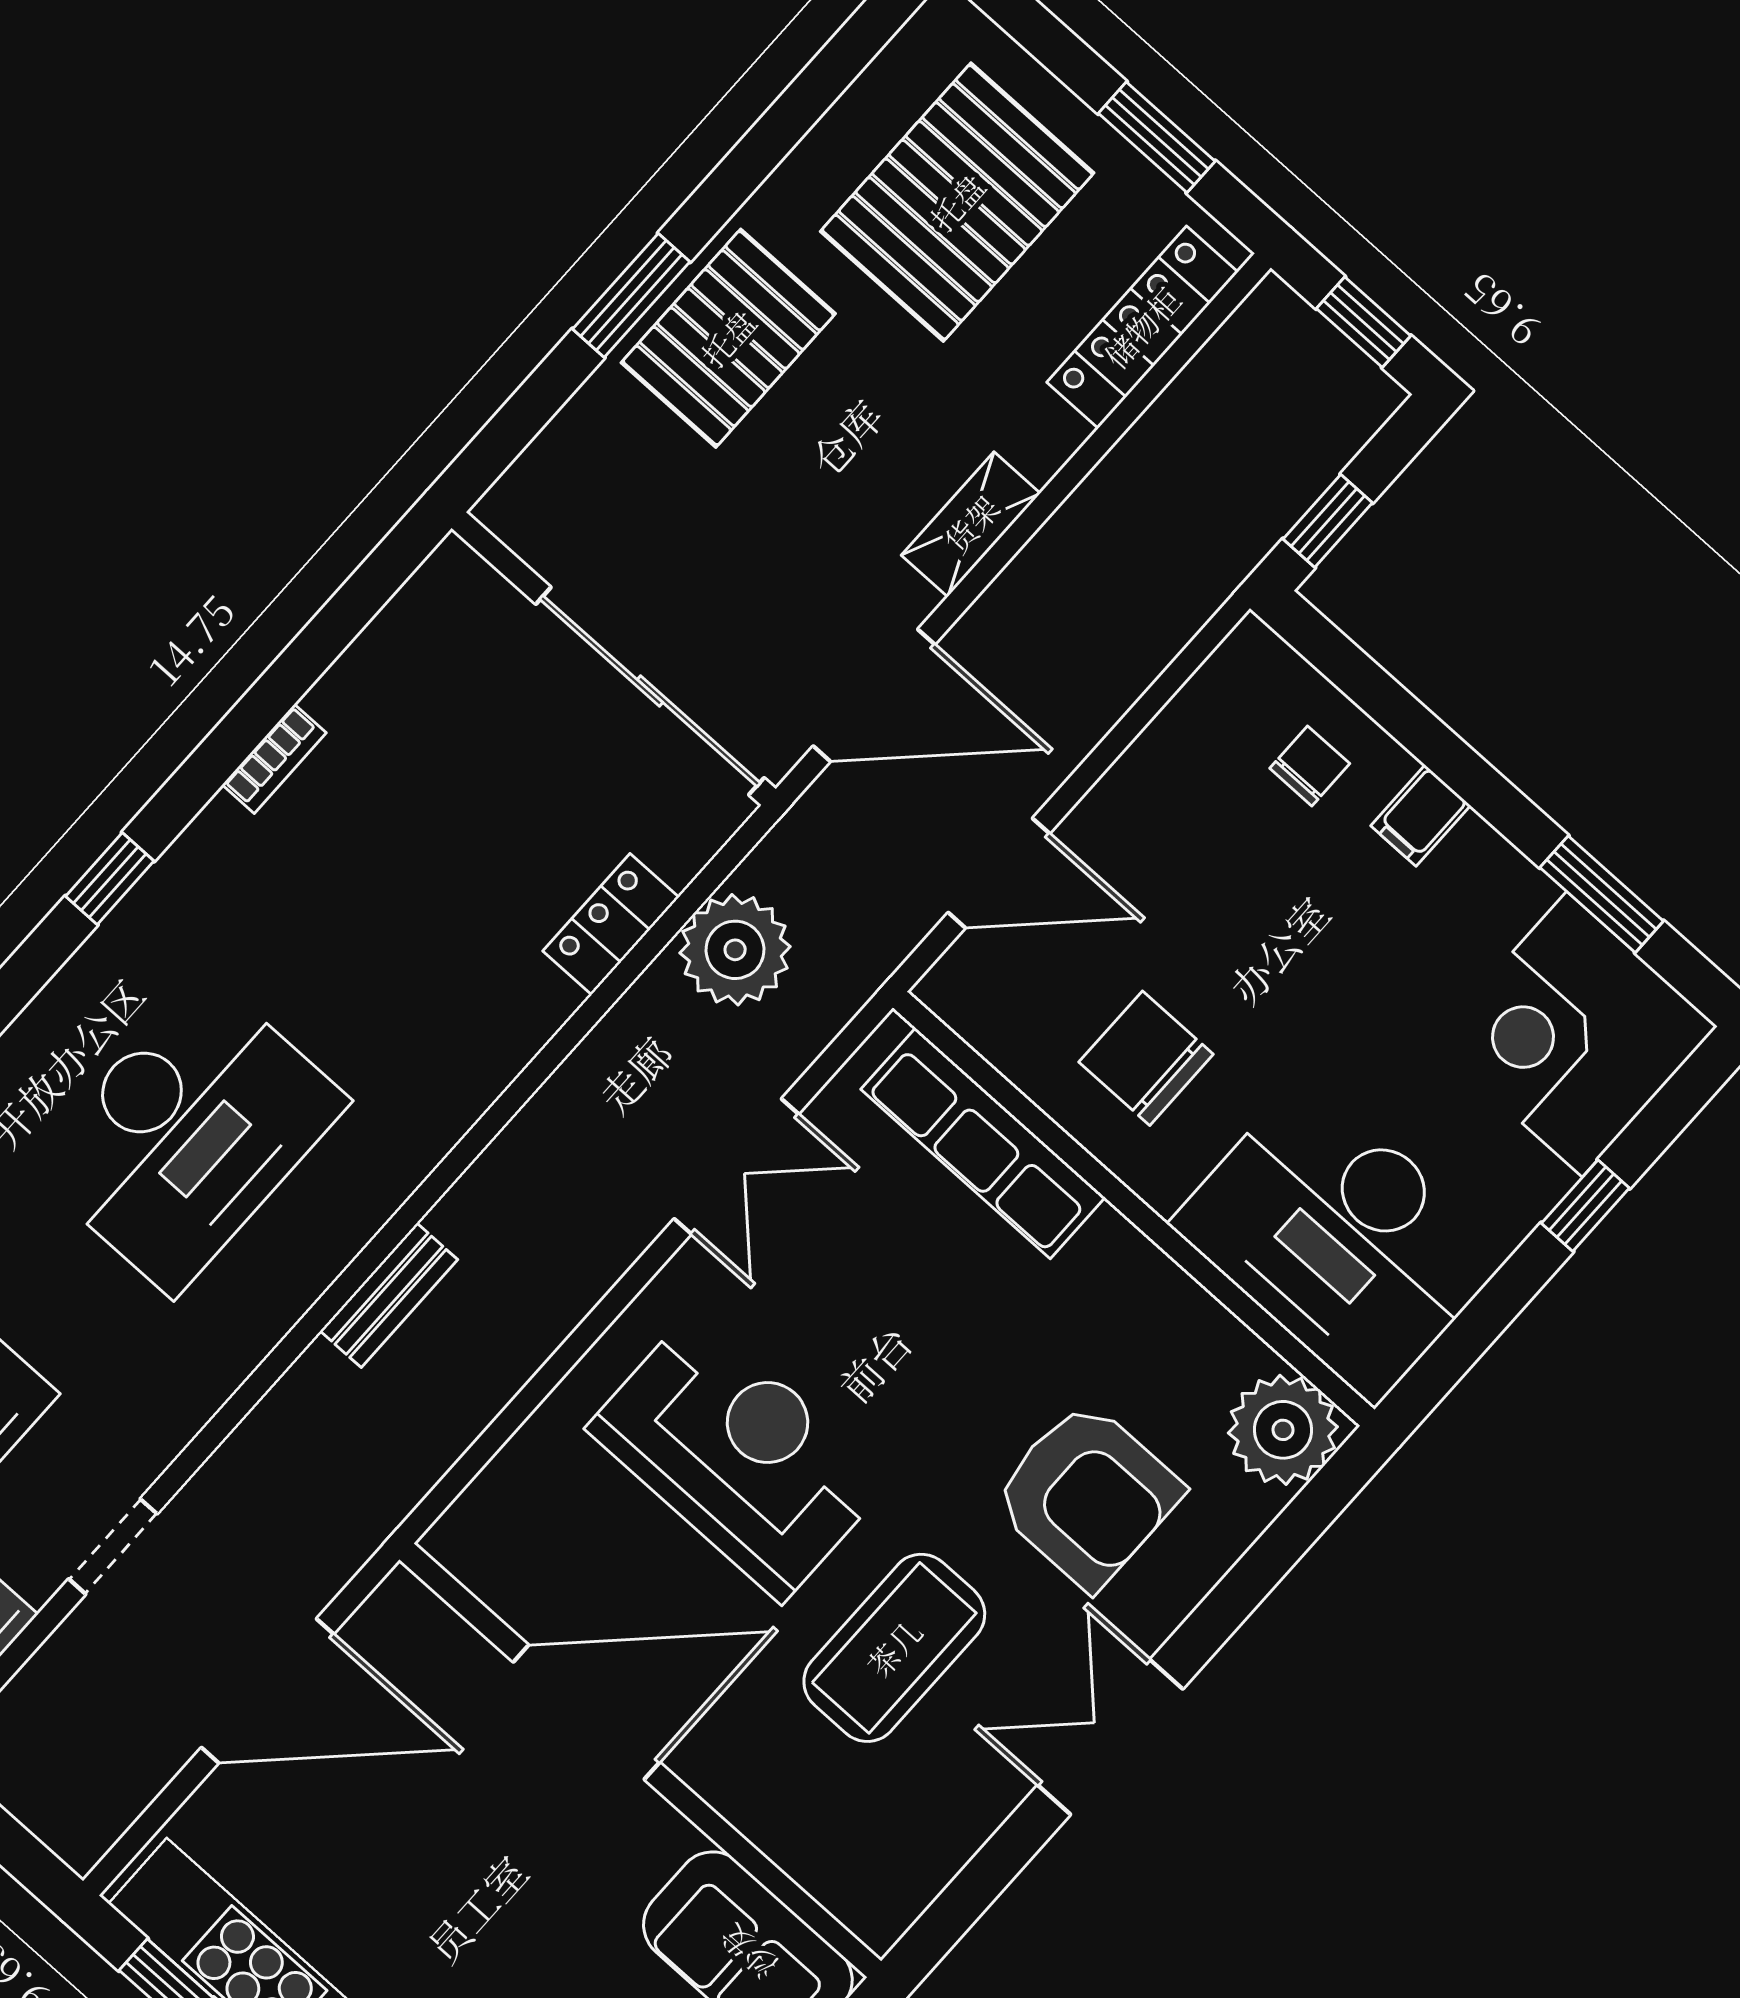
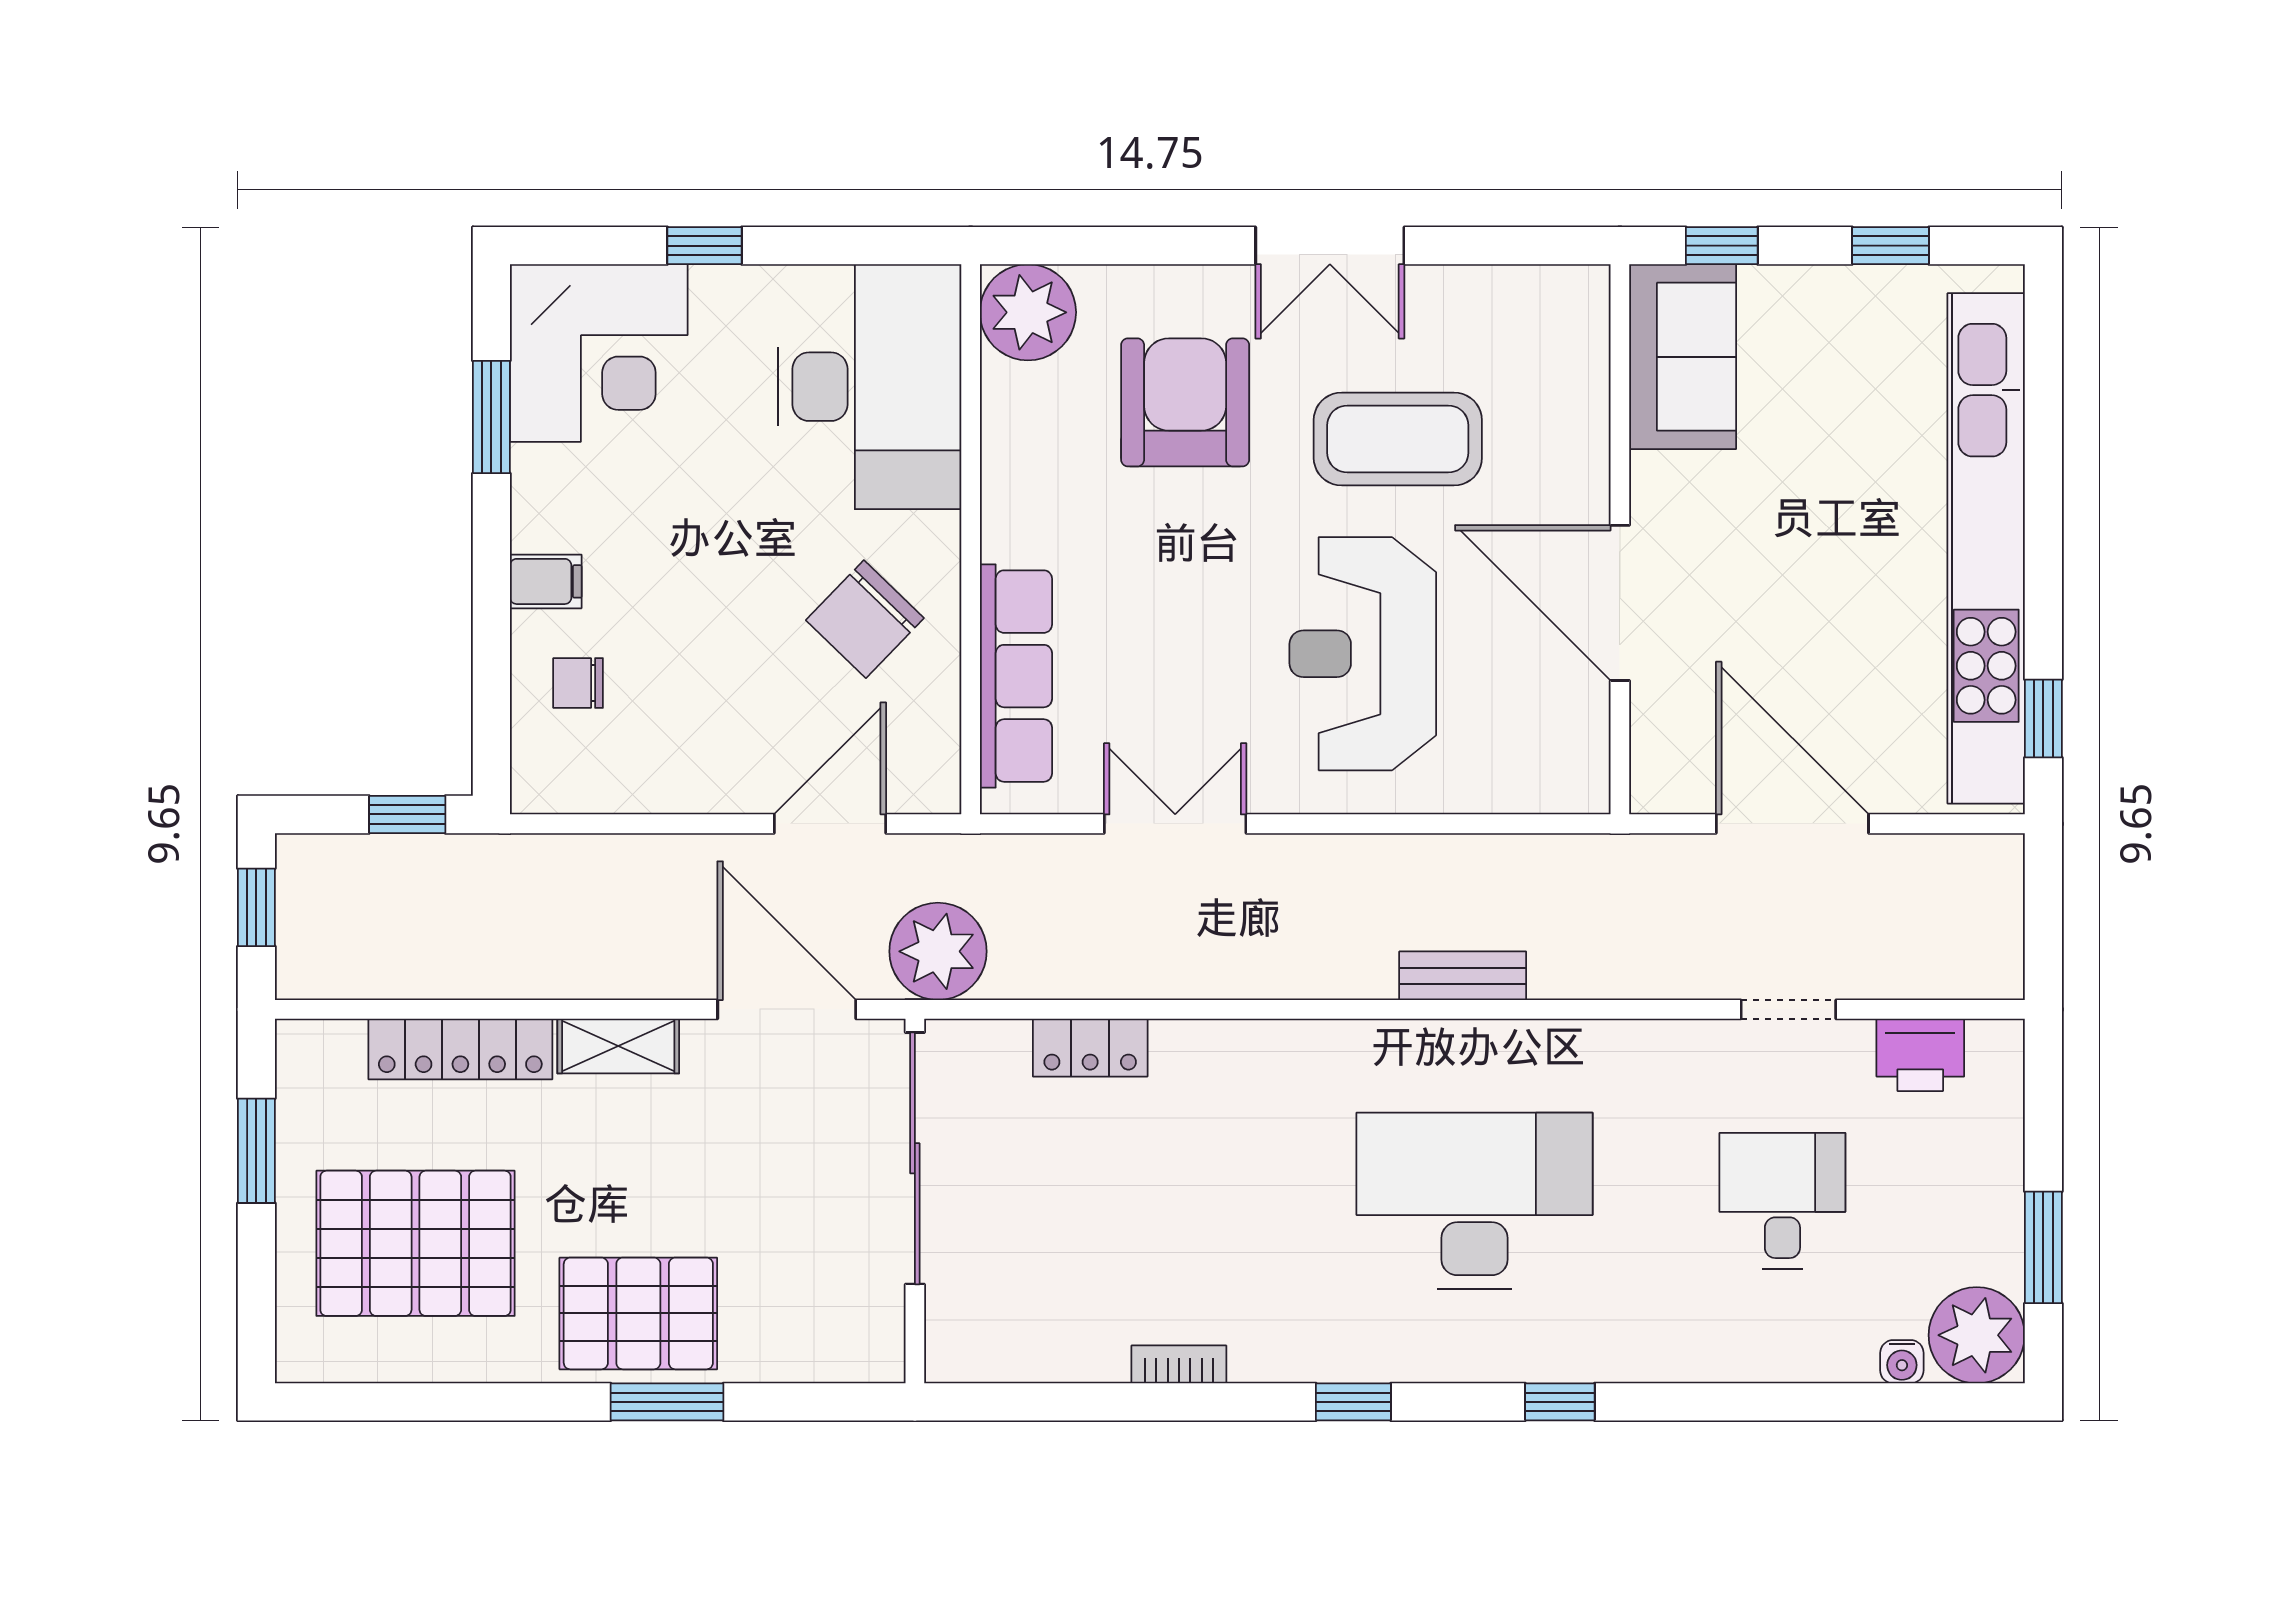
locker: (1142, 327) -> (460, 1049), moved
door: (999, 873) -> (830, 824), hinge flipped
plant: (735, 950) -> (938, 951), moved
chair: (1146, 1058) -> (865, 619), turned 44

